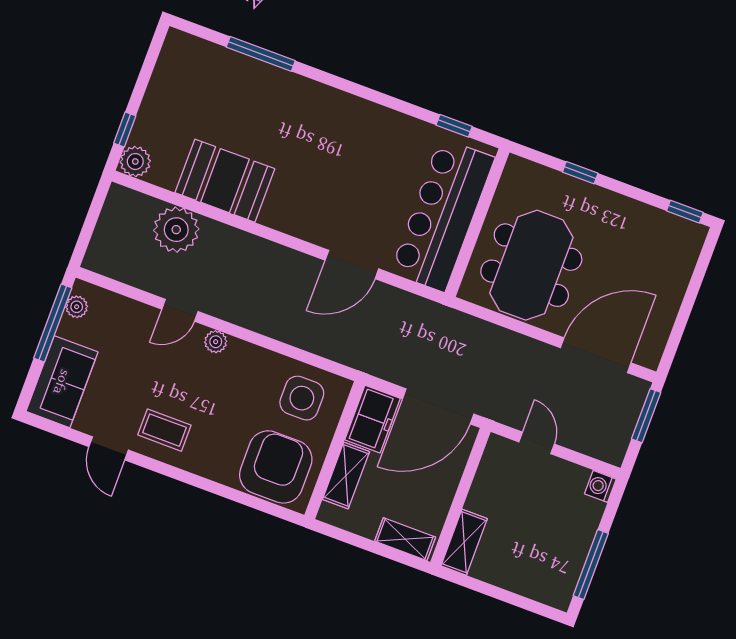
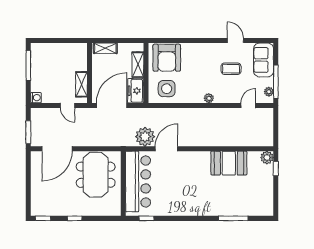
window: (580, 173) -> (75, 218), moved
plant: (176, 230) -> (145, 137), moved
door: (180, 310) -> (248, 105), moved
coffee table: (164, 430) -> (231, 69), moved
shelving: (464, 542) -> (81, 84), moved

